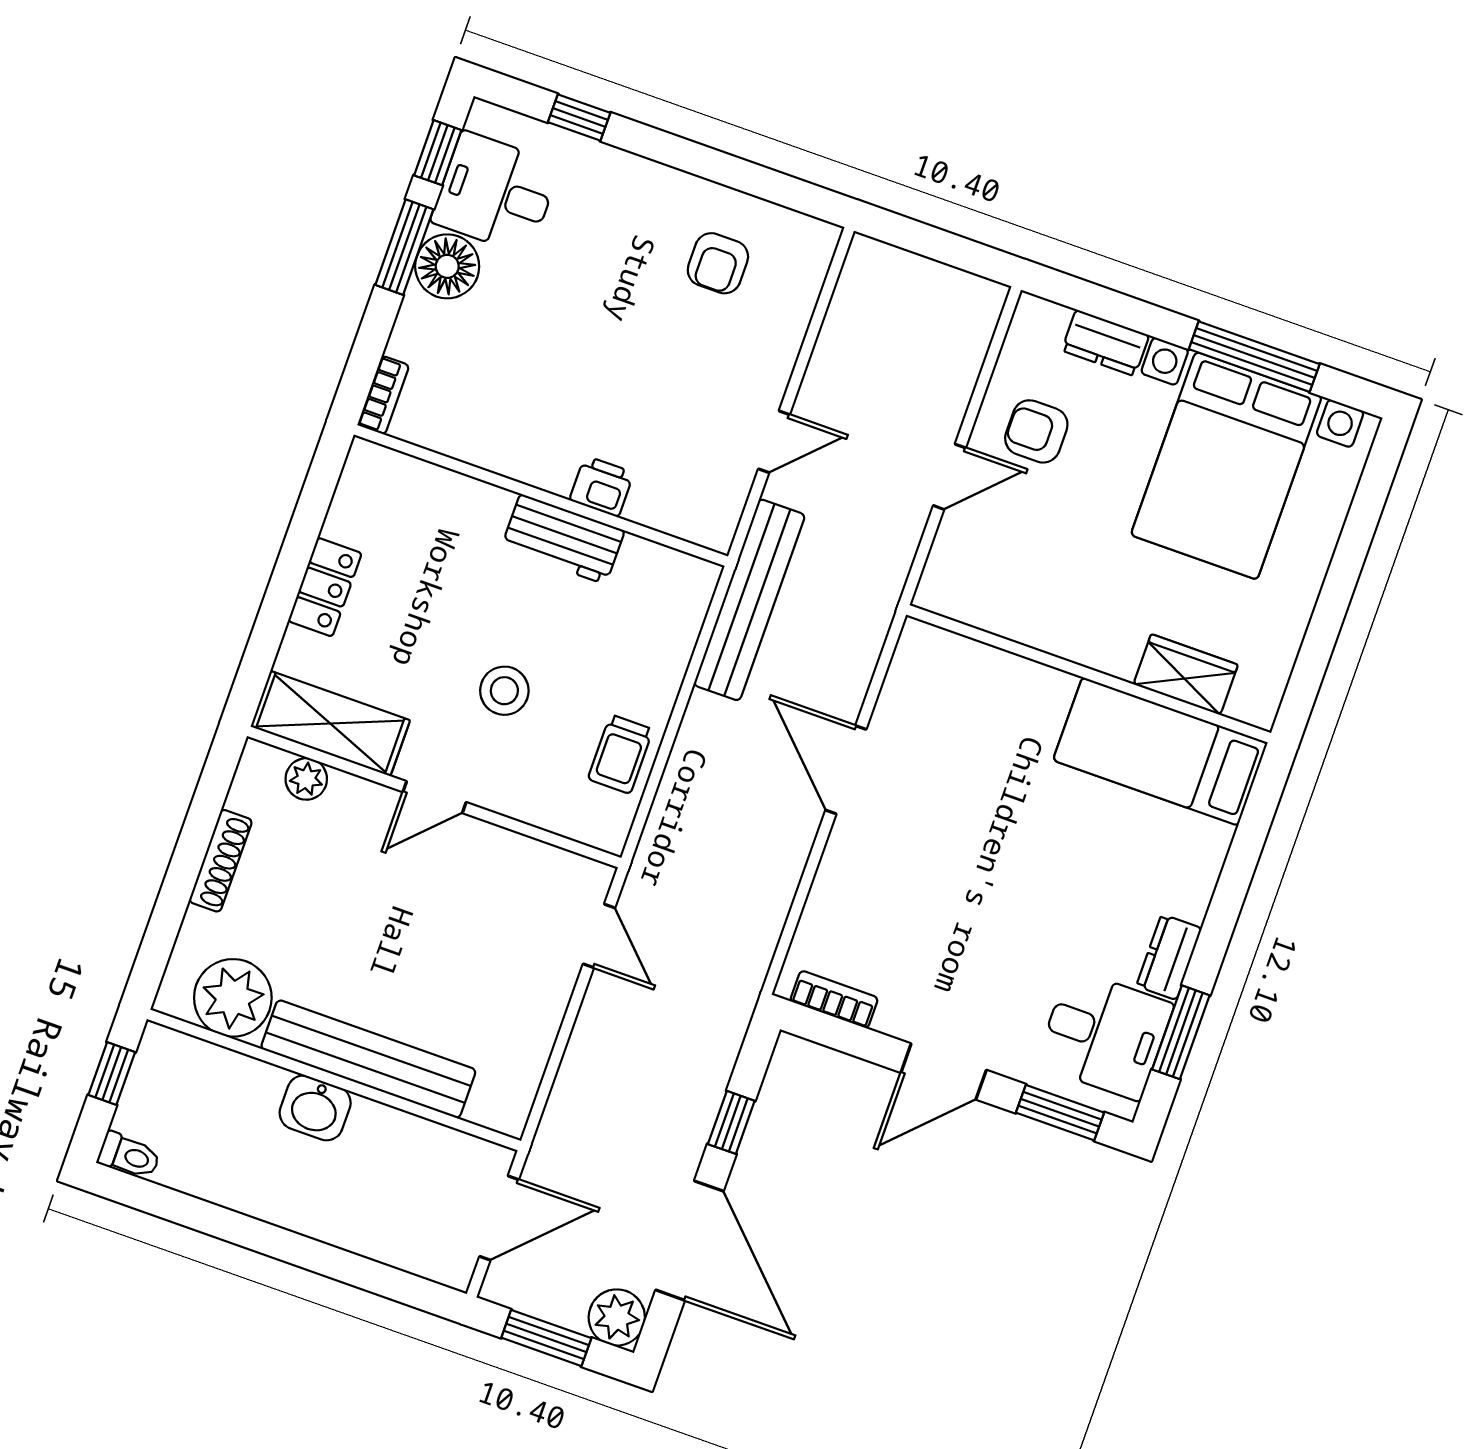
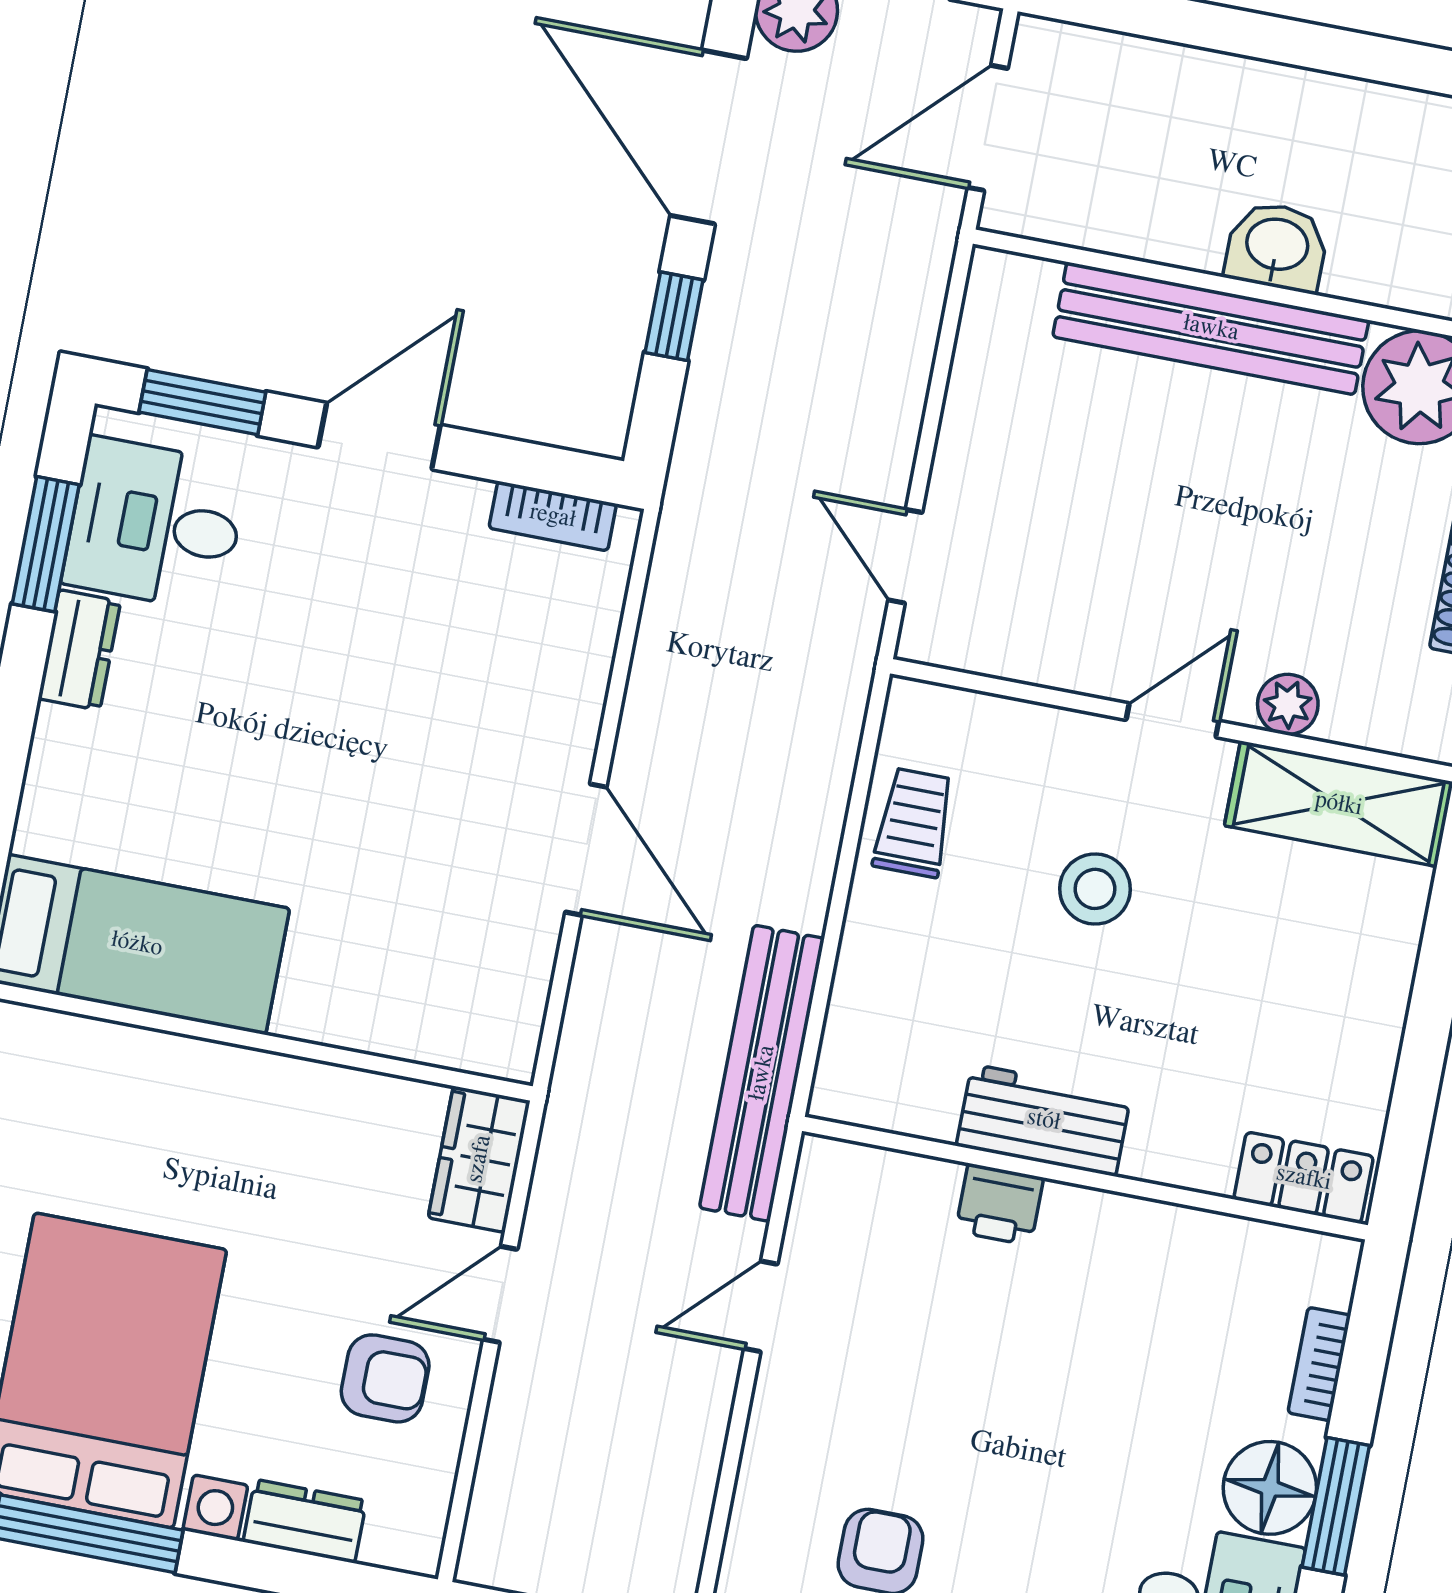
bookcase: (383, 395) -> (1319, 1364), moved
locker: (325, 587) -> (1304, 1178), moved, turned 90
wardrobe: (1186, 675) -> (479, 1159), moved, turned 90
plant: (306, 779) -> (1288, 704), moved

